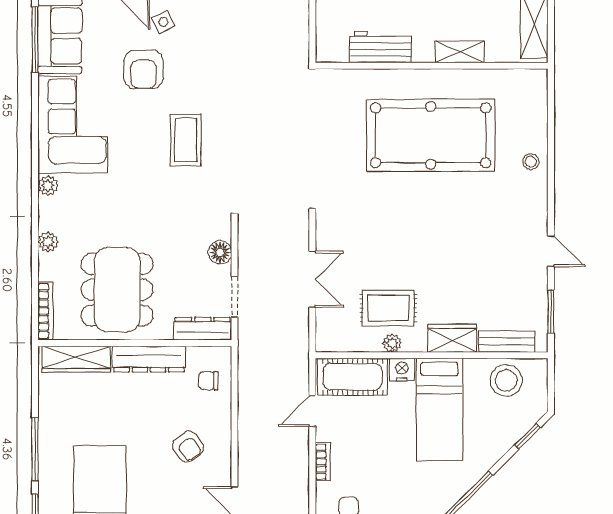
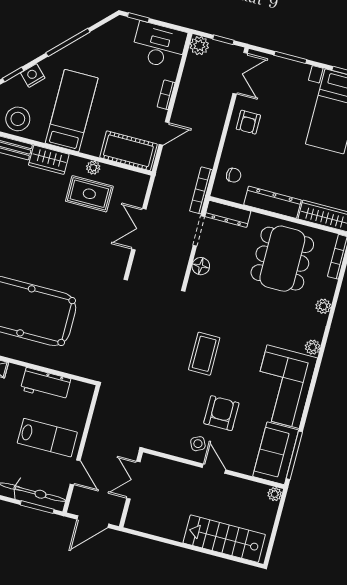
bookcase: (245, 350) -> (201, 190), added
nightstand: (402, 370) -> (33, 76), moved, turned 135
armchair: (188, 447) -> (248, 122), moved, turned -145

